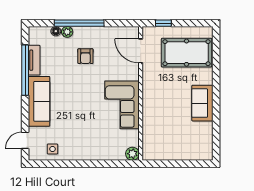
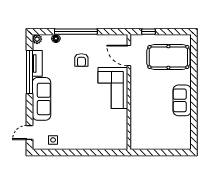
plant: (67, 32) -> (37, 39), moved
corner sofa: (122, 105) -> (113, 88), moved
plant: (132, 154) -> (122, 144), removed

